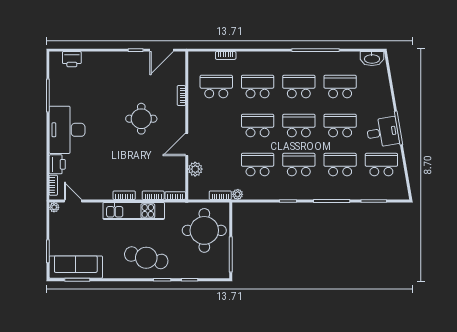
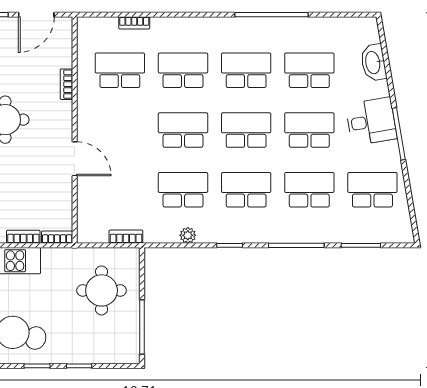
washbasin: (372, 59) -> (373, 63), moved, turned 80
desk: (383, 132) -> (371, 121), moved
door: (187, 144) -> (75, 159), swing flipped
plant: (195, 169) -> (88, 197), removed
plant: (238, 194) -> (188, 235), moved
round table: (204, 230) -> (102, 290), width x0.73, depth x0.73

